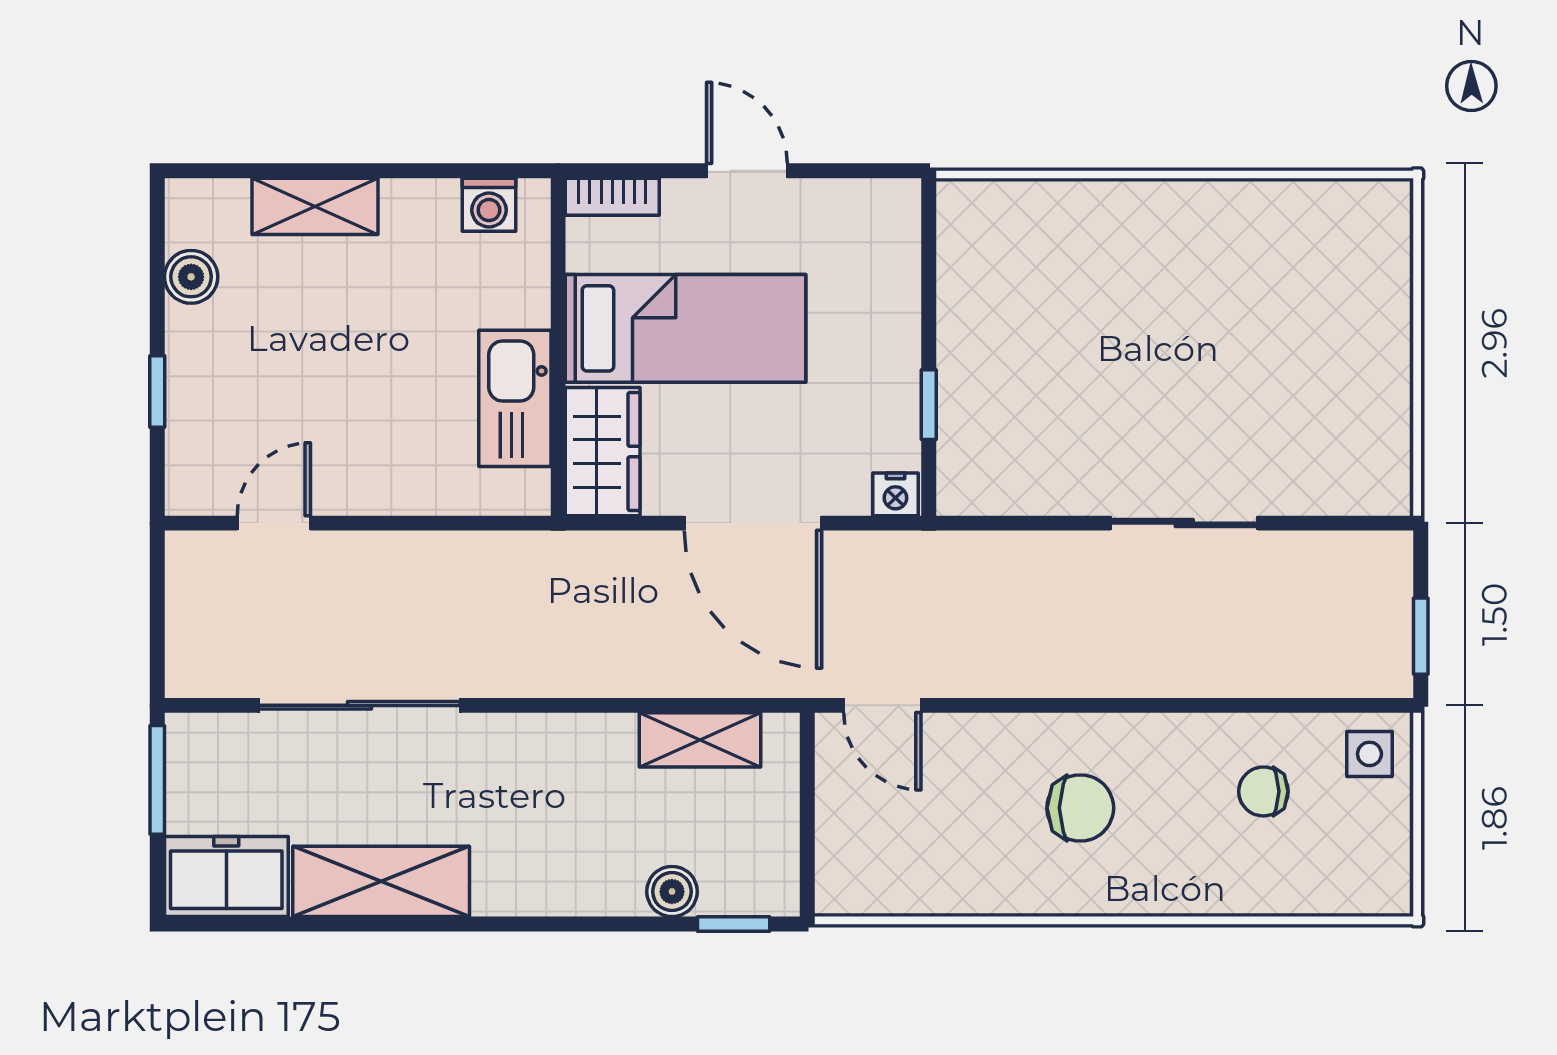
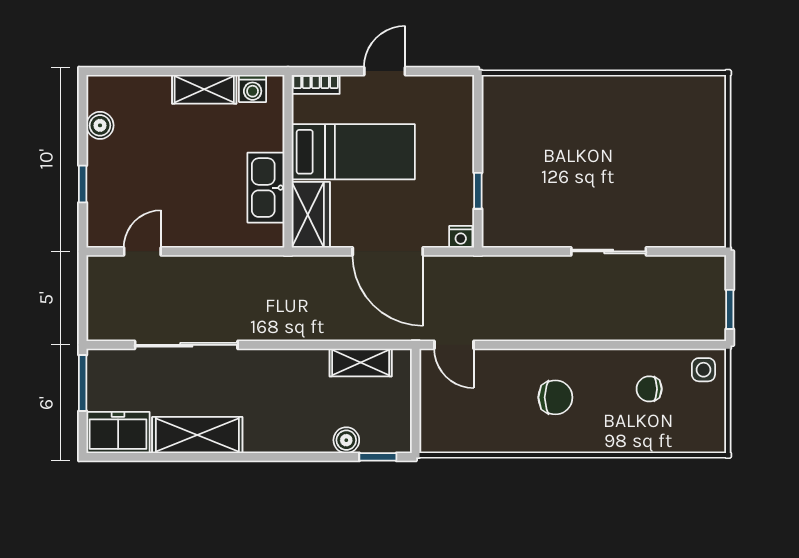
door: (747, 171) -> (385, 71), hinge flipped
shelving: (315, 206) -> (204, 89), moved

